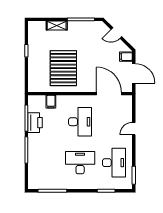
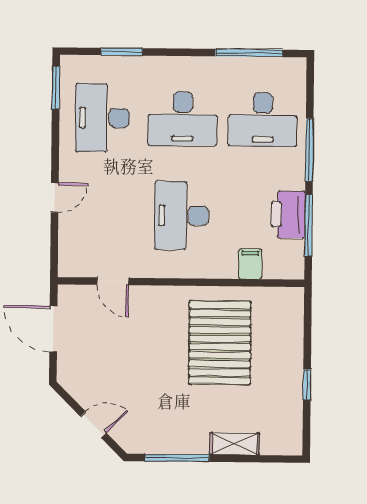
filing cabinet: (126, 57) -> (71, 369), removed
door: (109, 94) -> (113, 281), width x0.53
desk: (46, 163) -> (263, 120), added

